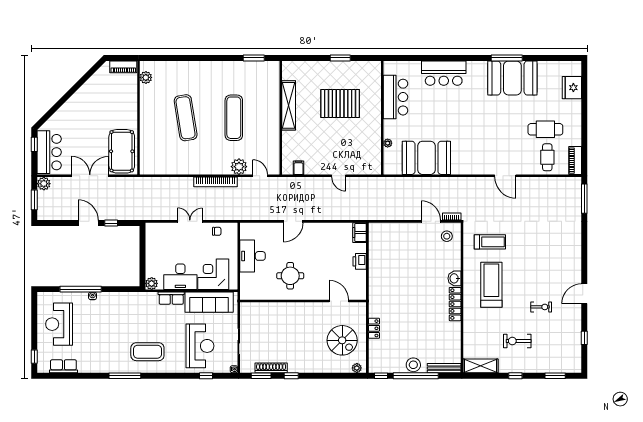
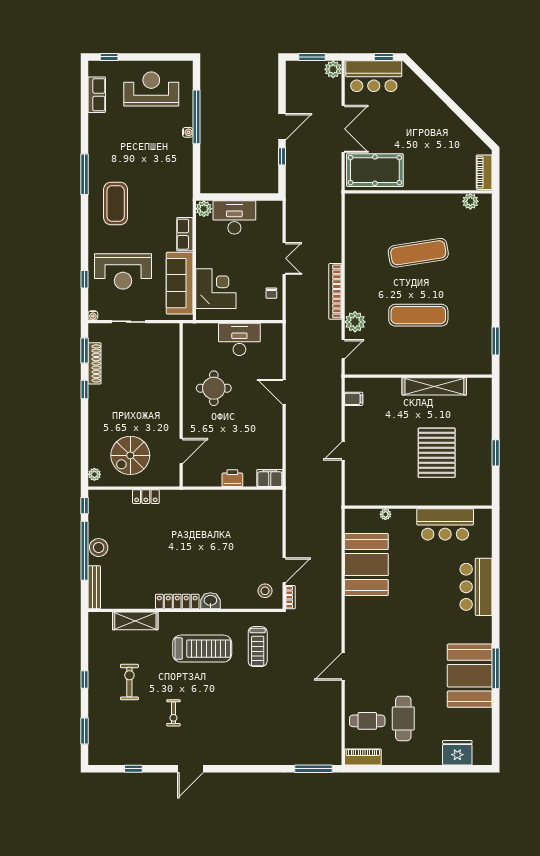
desk: (180, 277) -> (234, 217), moved, turned 90
door: (584, 294) -> (190, 769), swing flipped
shelving: (480, 366) -> (135, 621), moved, turned 90

